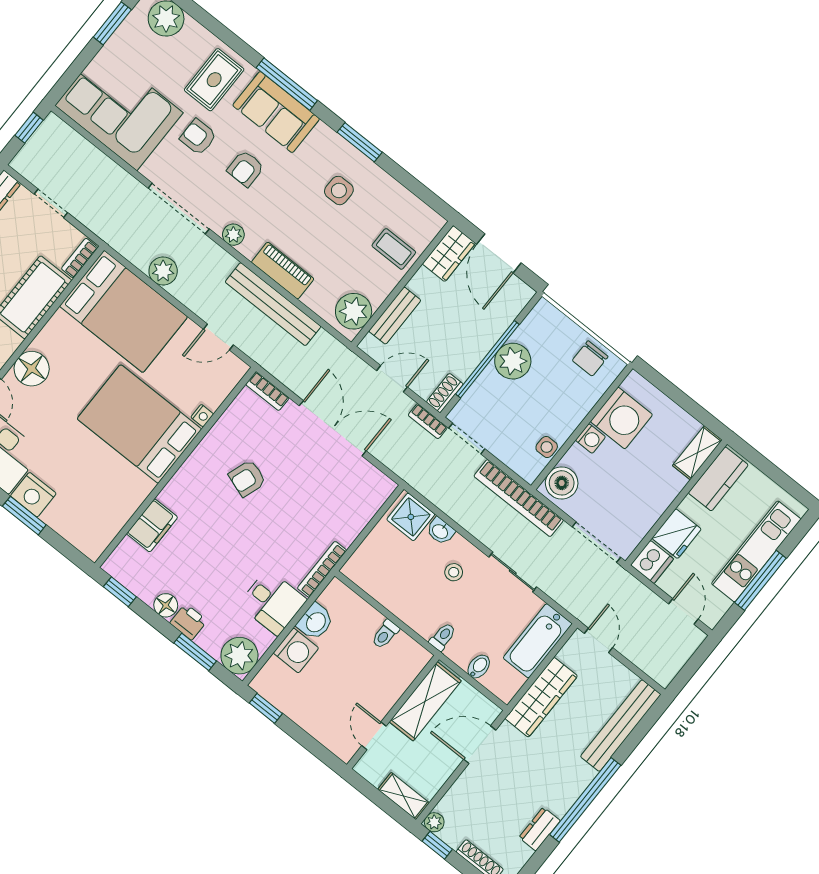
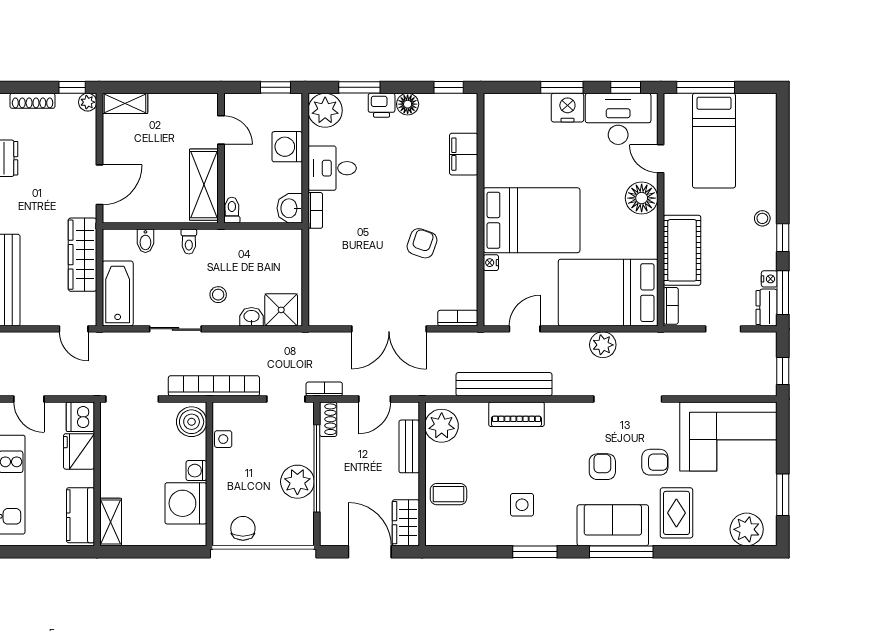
plant: (233, 235) -> (573, 412), removed
bookcase: (322, 569) -> (315, 210), width x0.64
washbasin: (315, 622) -> (290, 208), moved
shelving: (425, 701) -> (204, 185), moved
wall: (393, 712) -> (221, 158), moved
door: (374, 736) -> (221, 130), moved

